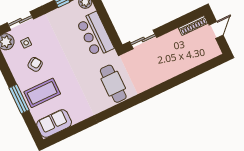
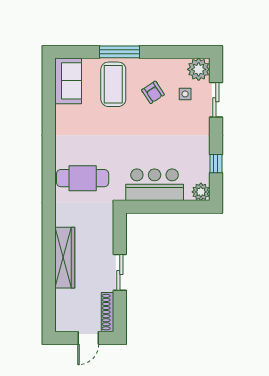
door: (216, 30) -> (88, 338), hinge flipped
sliding door: (143, 39) -> (120, 272), moved
wardrobe: (171, 71) -> (65, 258), added

